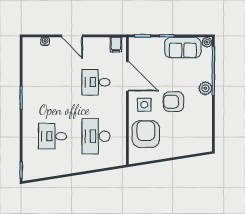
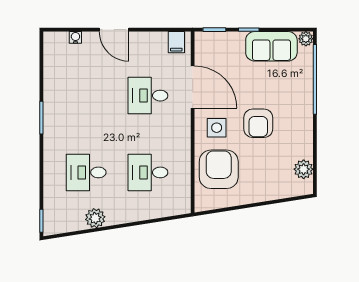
plant: (205, 88) -> (304, 169), moved
armchair: (174, 102) -> (258, 123), turned -90
desk: (96, 136) -> (148, 172), width x0.73
plant: (59, 168) -> (95, 218), added

